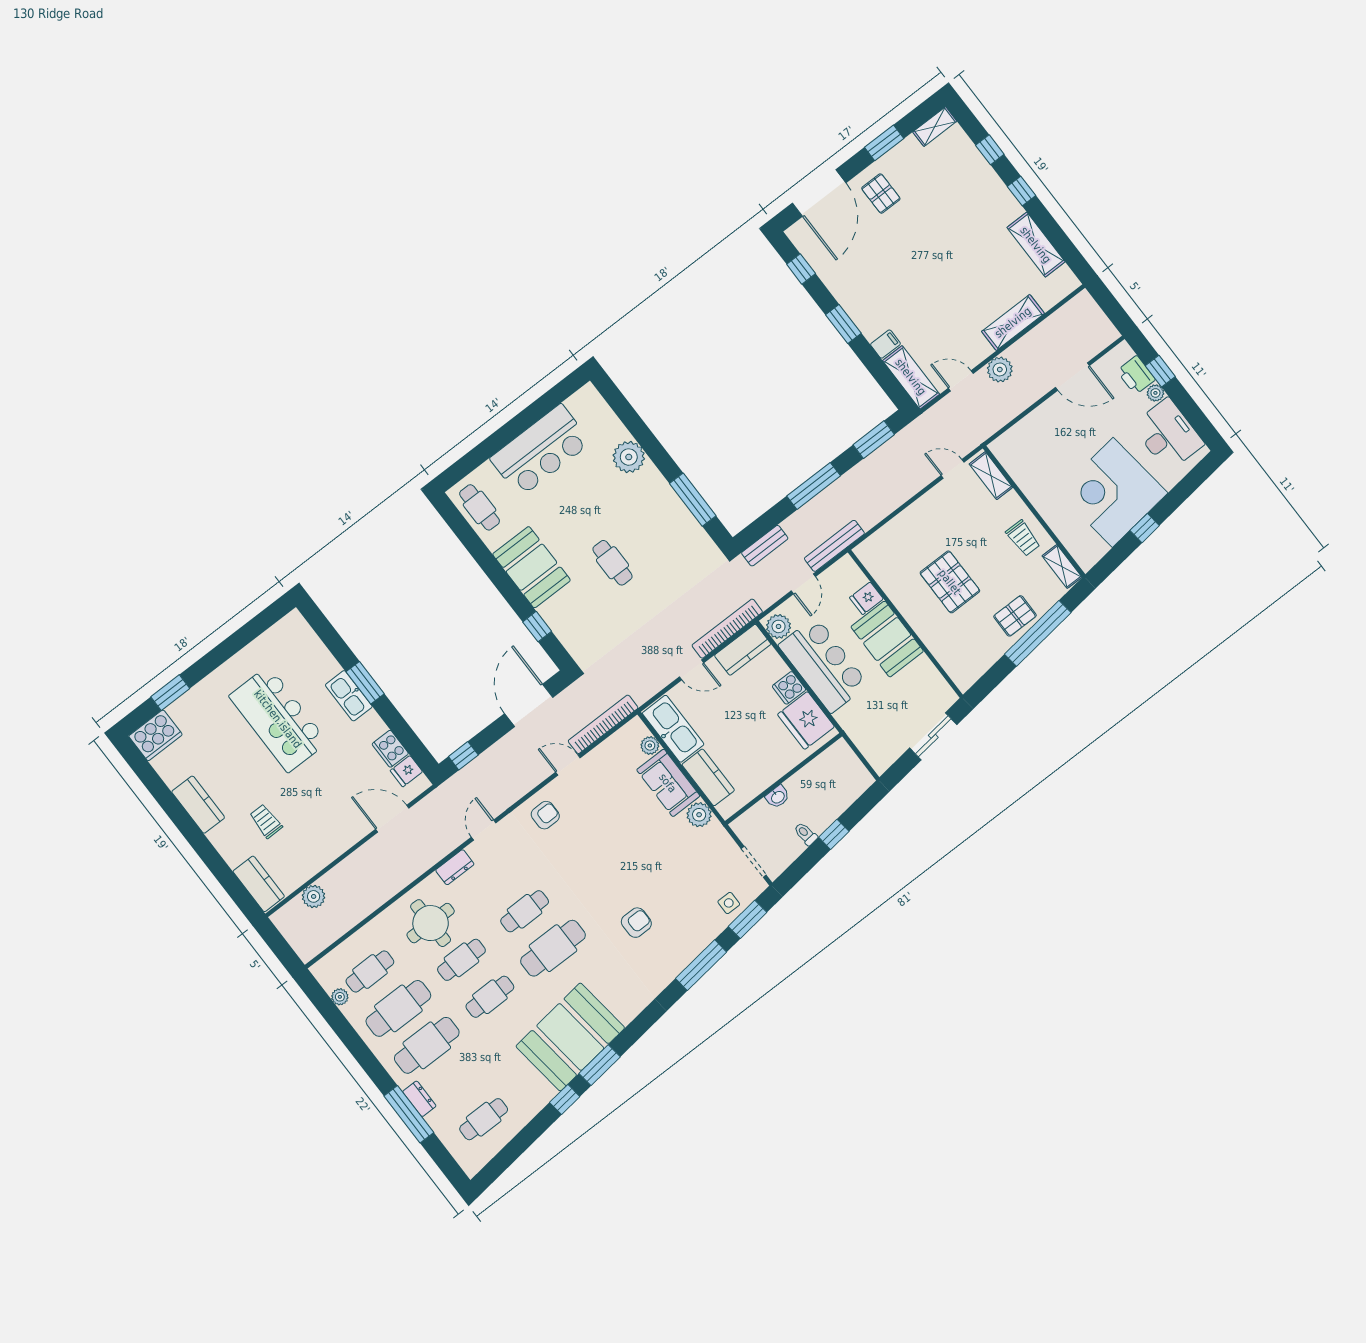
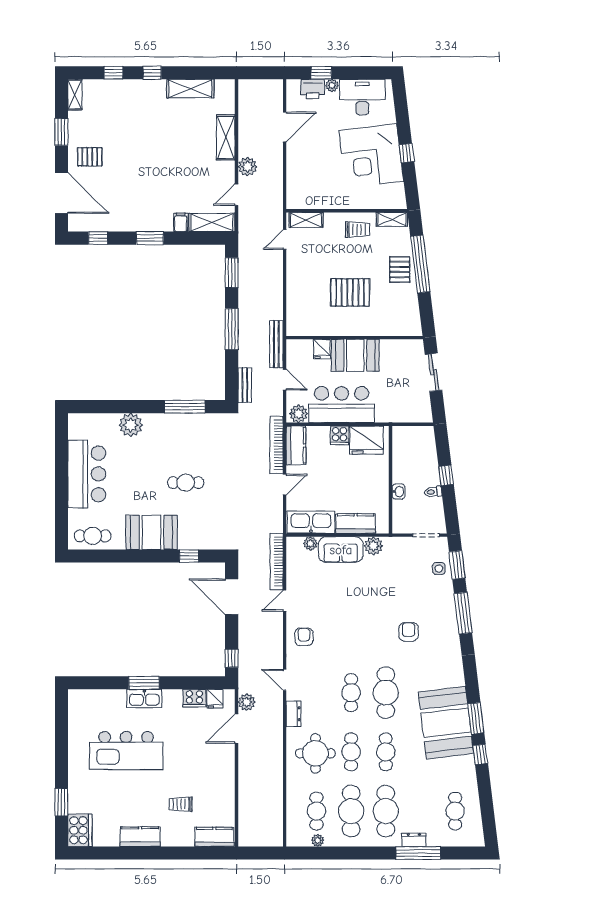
plant: (314, 896) -> (247, 702), moved

